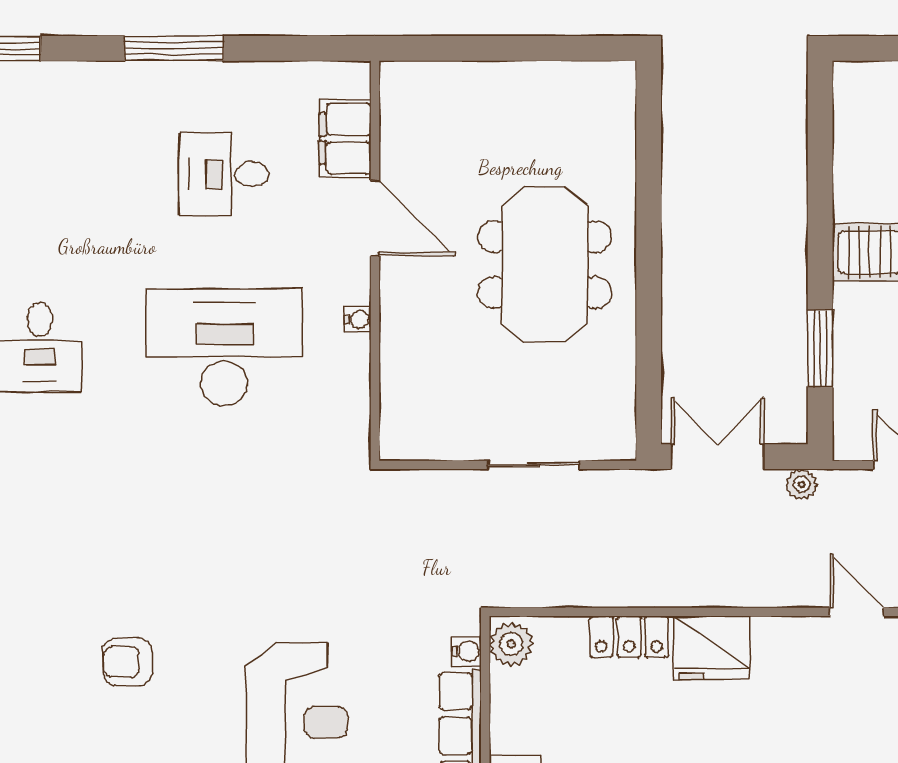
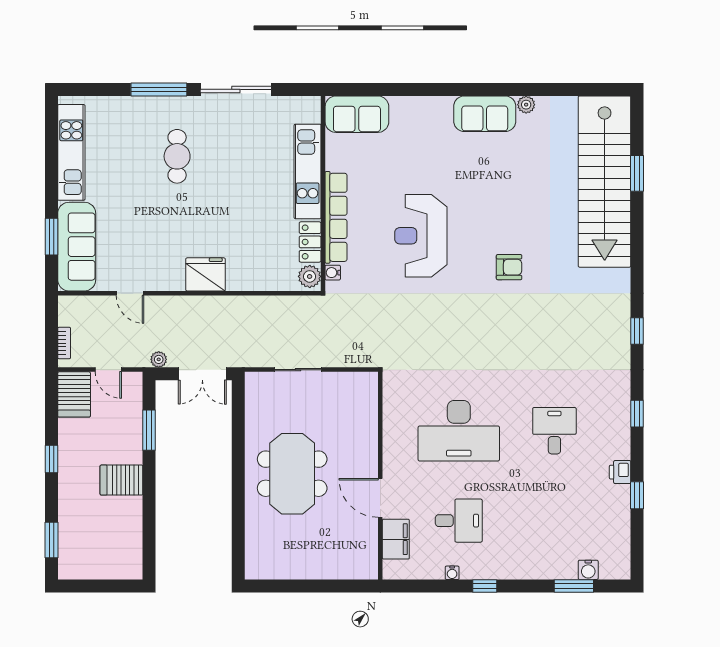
window: (174, 48) -> (485, 586), width x0.46
water cooler: (358, 319) -> (452, 573), moved, turned -90
locker: (629, 637) -> (310, 242), moved, turned -90

